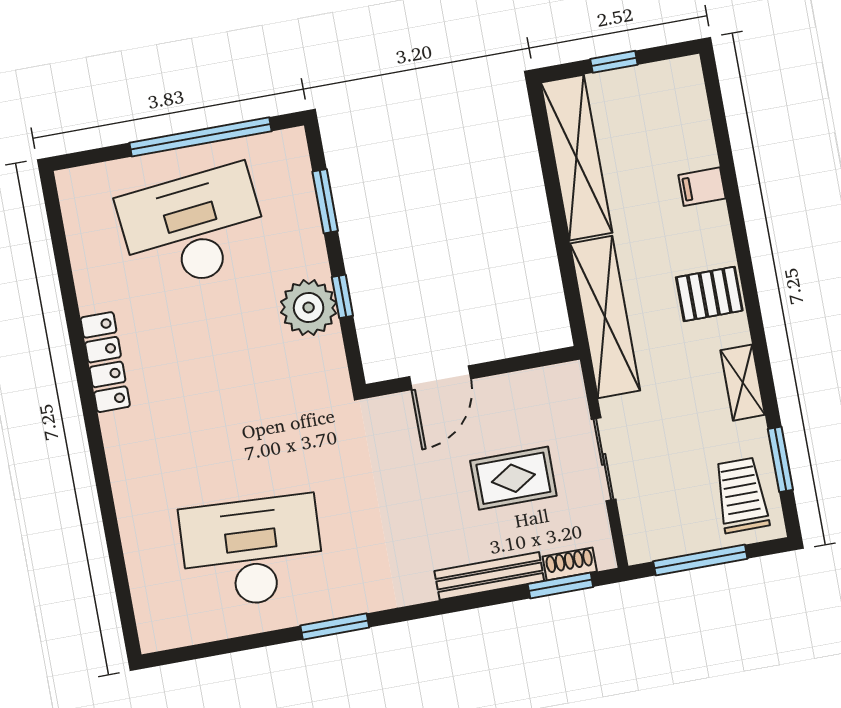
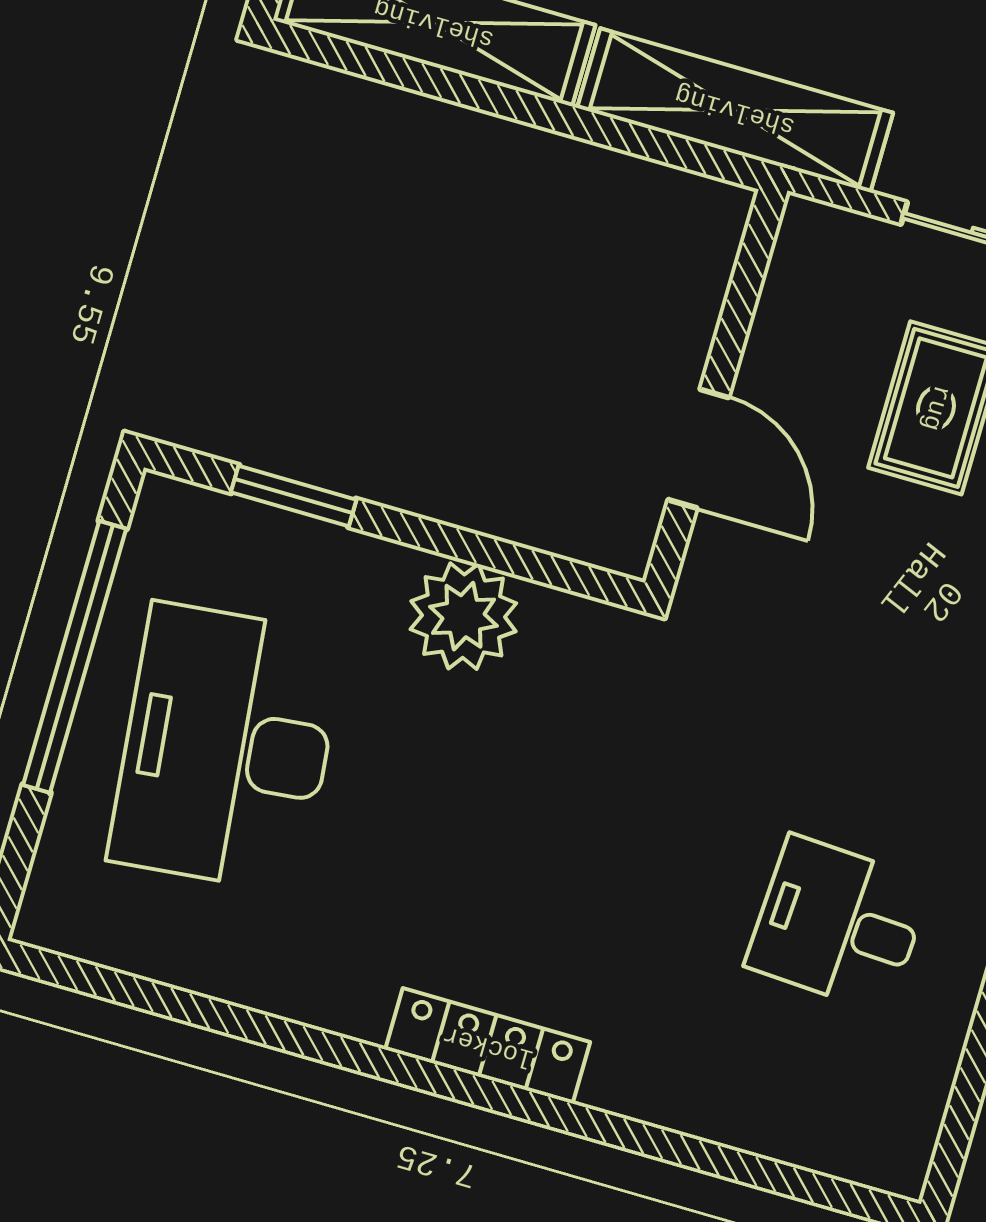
window: (342, 296) -> (473, 548), removed
locker: (105, 362) -> (488, 1046), moved
desk: (252, 552) -> (838, 924), width x0.53, depth x0.77

